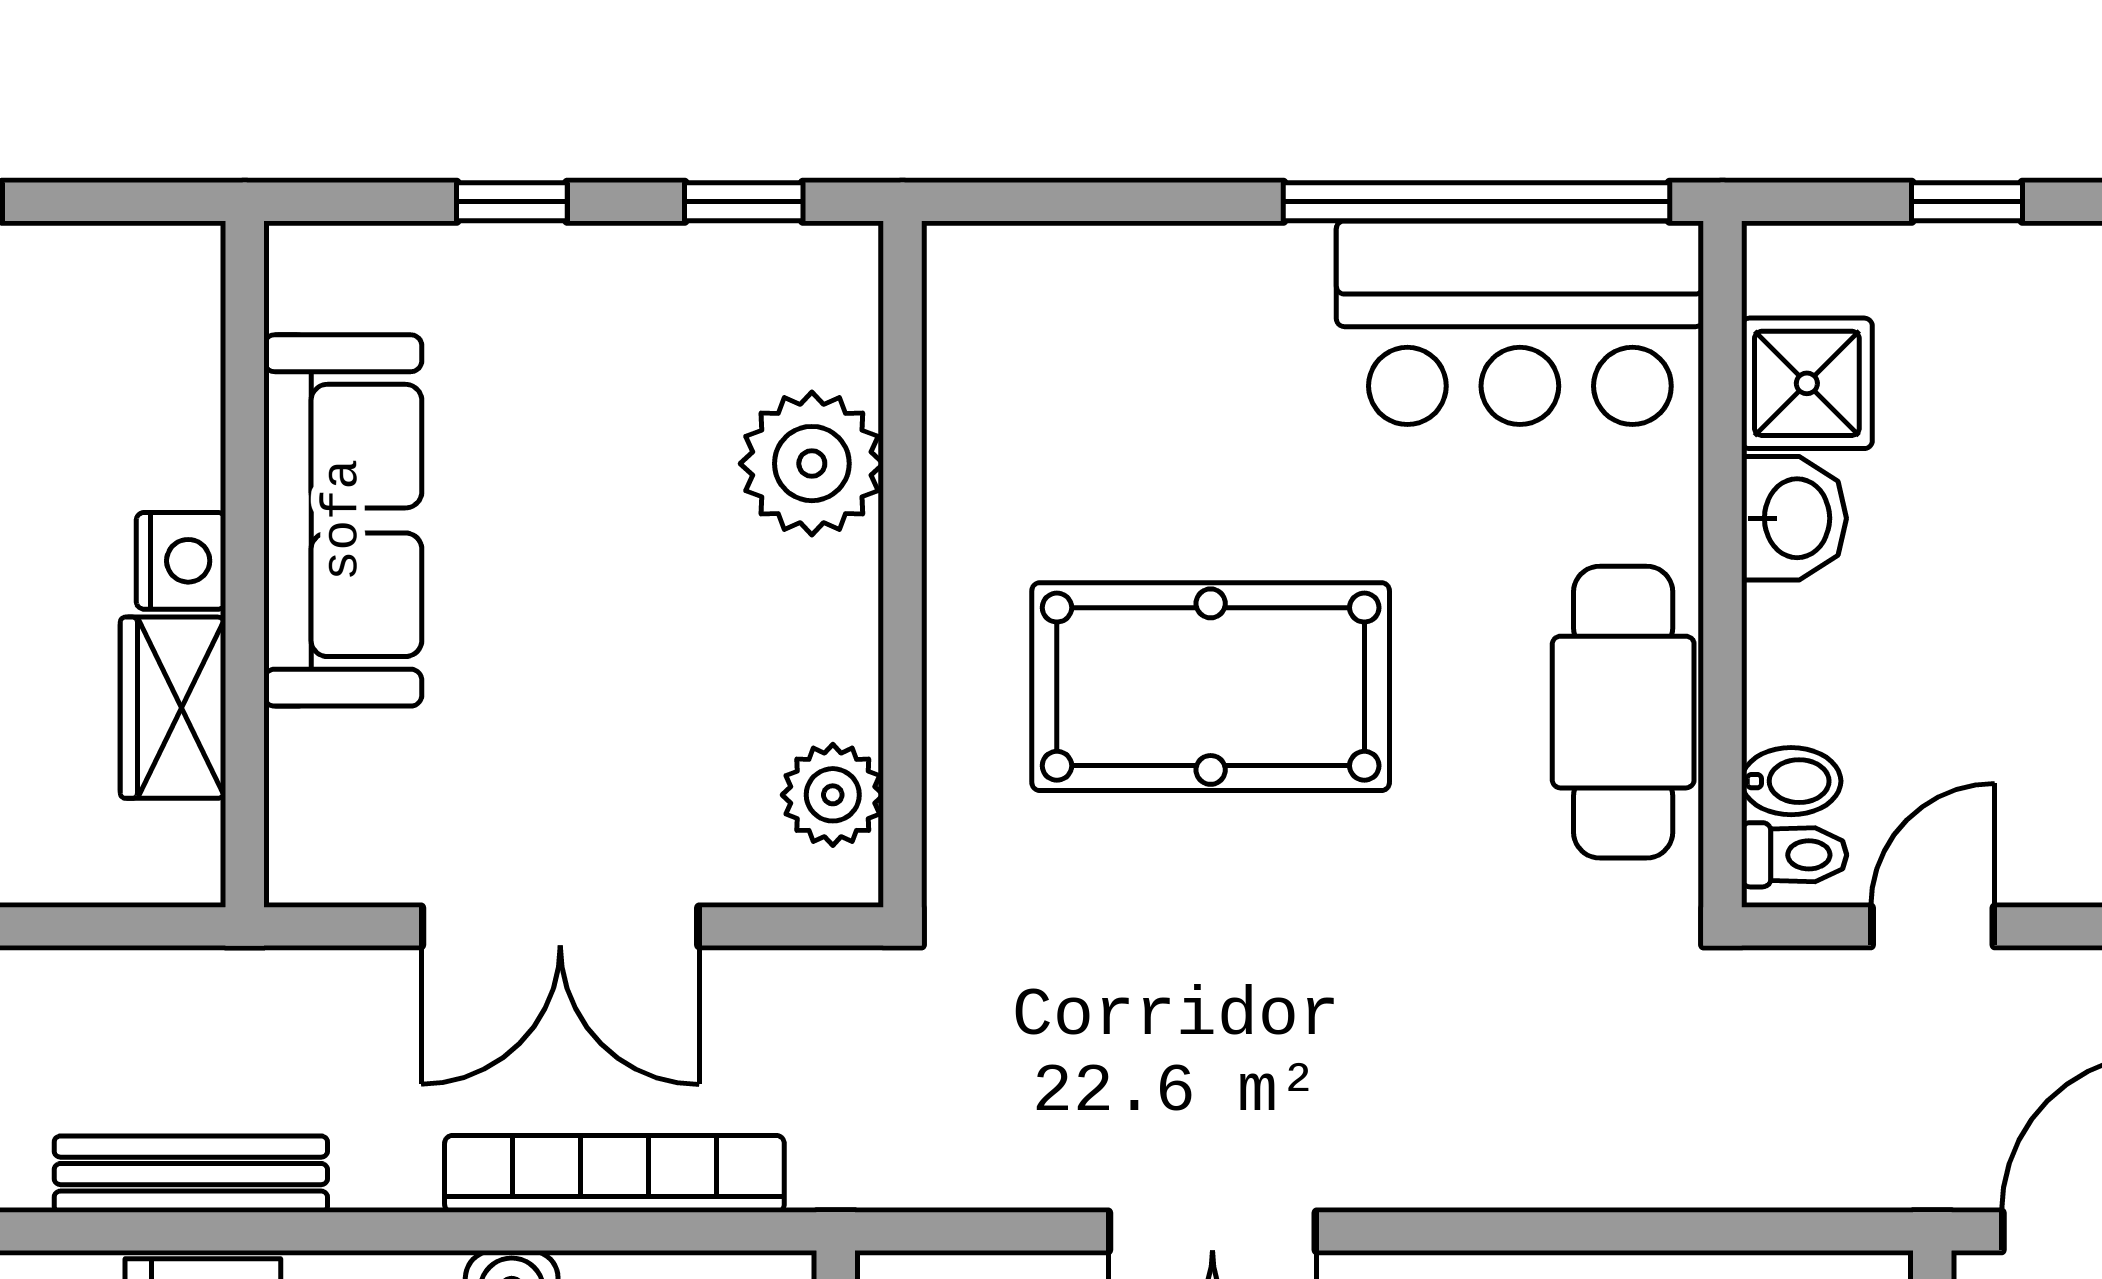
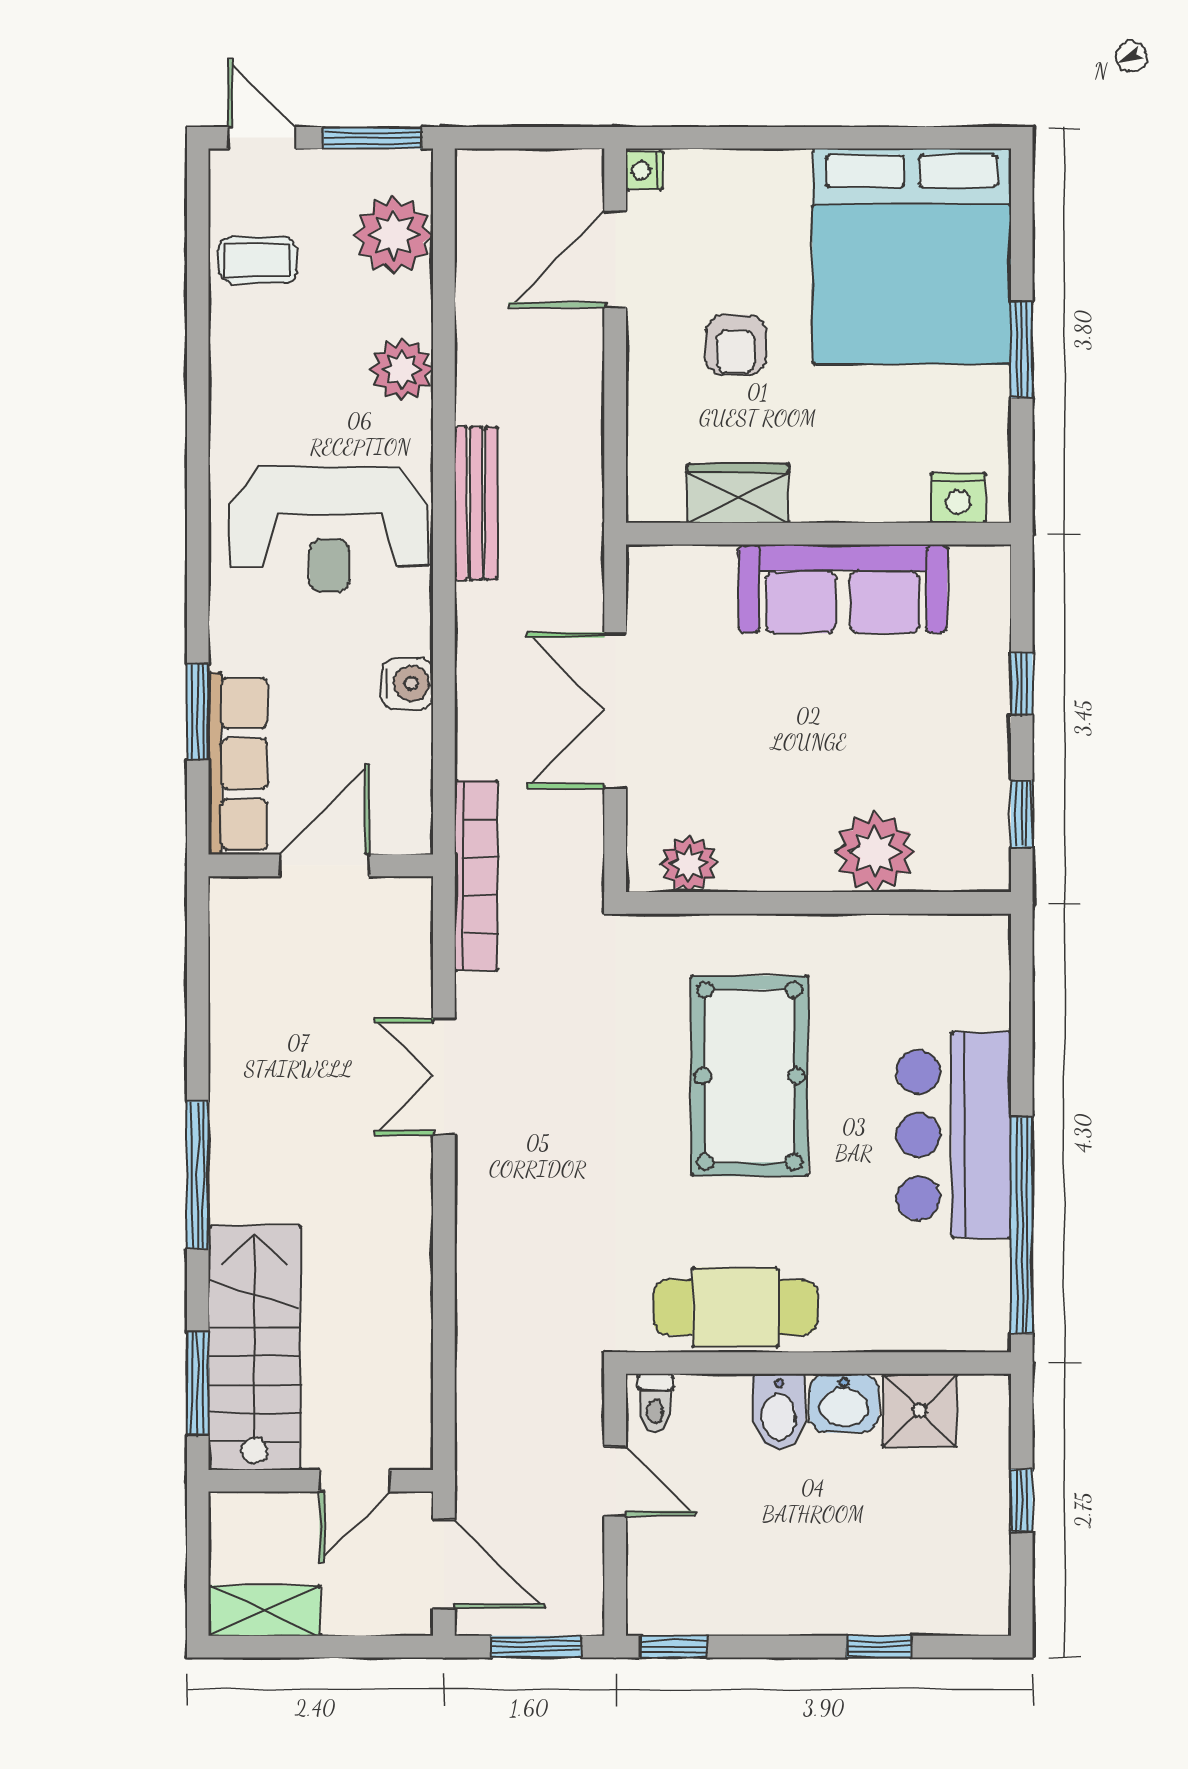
bar counter: (1520, 323) -> (954, 1135), moved
nightstand: (181, 561) -> (958, 498), moved
bidet: (1791, 781) -> (779, 1412), moved, width x1.38, depth x1.36
bookcase: (614, 1174) -> (476, 876), moved

